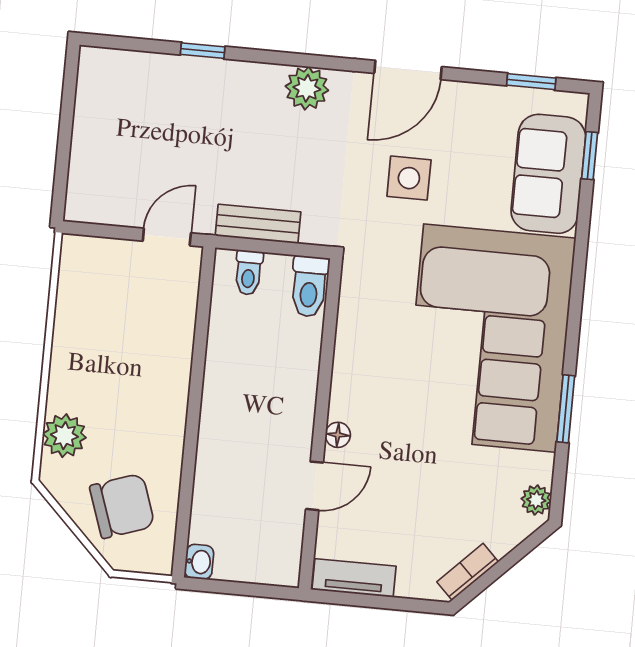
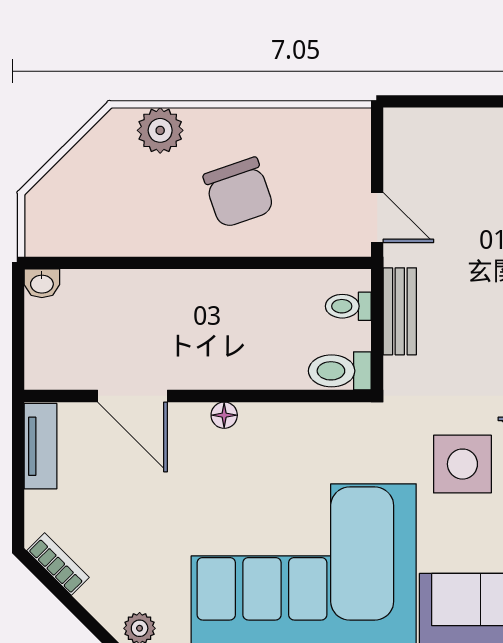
side table: (409, 178) -> (462, 464), width x1.37, depth x1.37
floor lamp: (338, 435) -> (224, 415), moved
door: (315, 486) -> (132, 396), width x1.38
chair: (122, 506) -> (239, 193), moved

